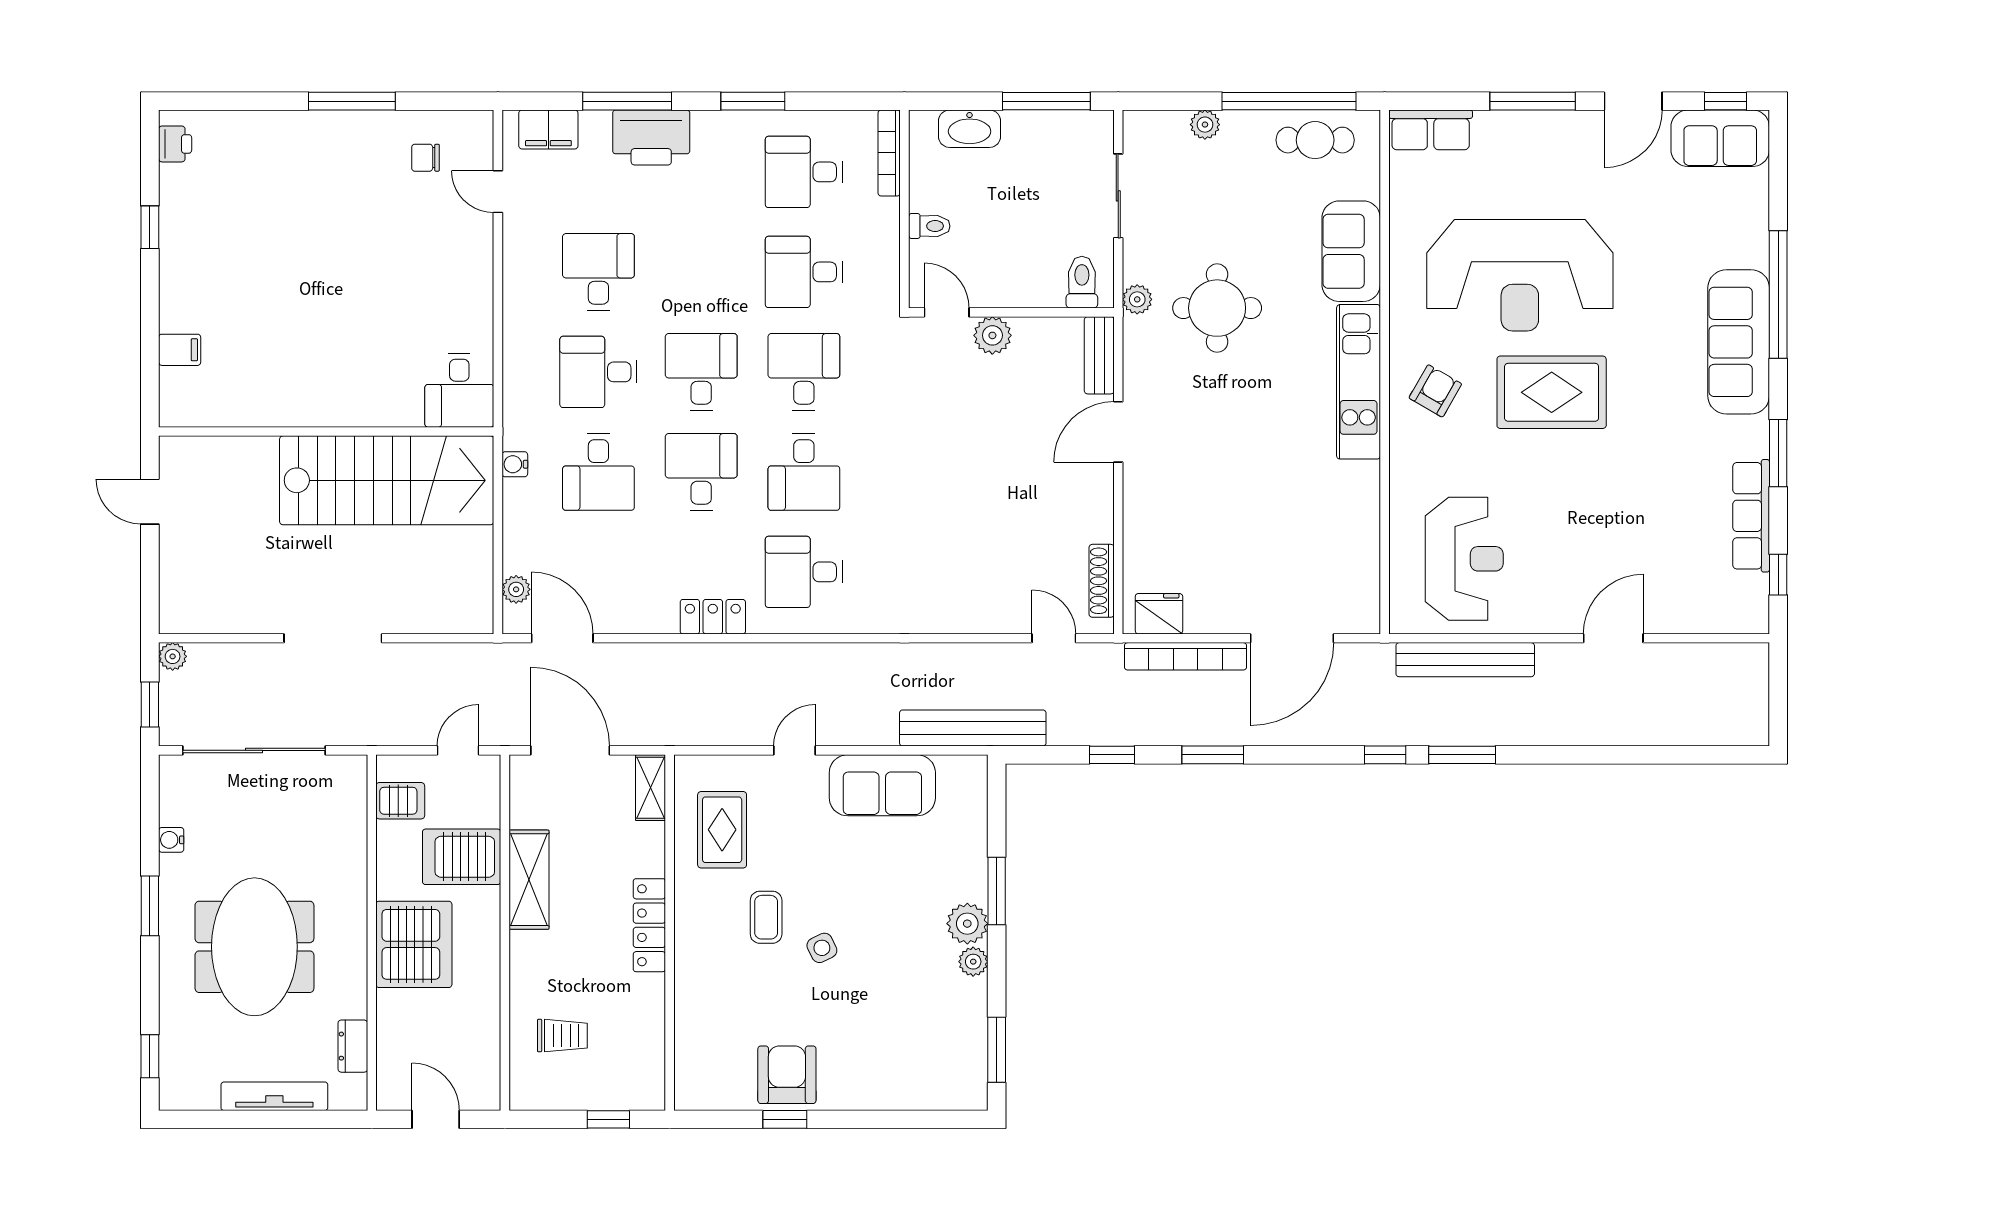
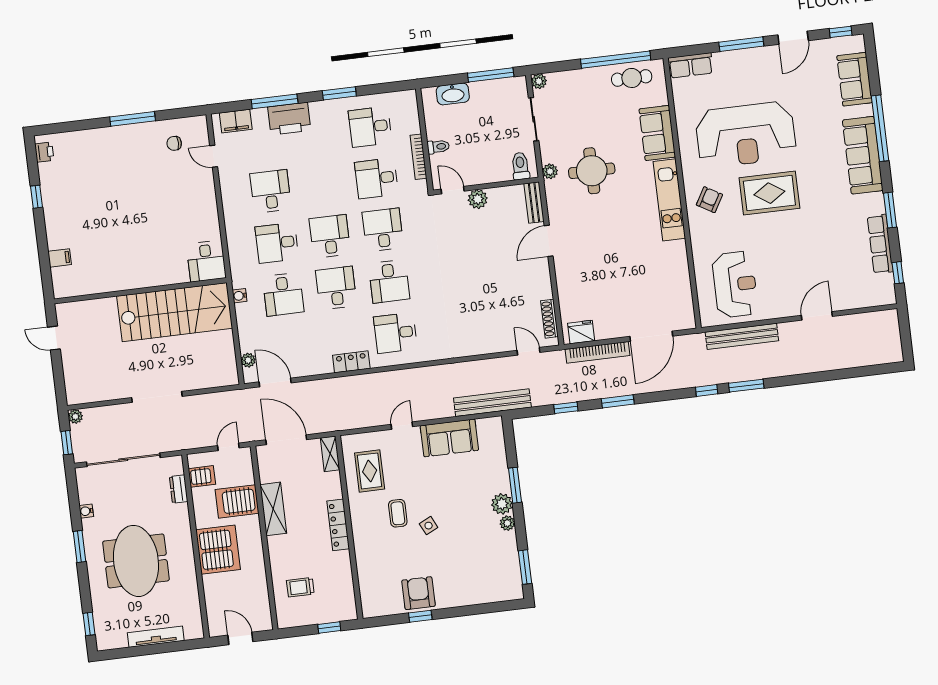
plant: (1205, 125) -> (539, 81), moved
sofa: (1720, 138) -> (855, 79), moved, turned 90
bookcase: (889, 153) -> (418, 157), moved
trolley: (562, 1036) -> (300, 587), turned 180
dresser: (353, 1046) -> (179, 489), moved

